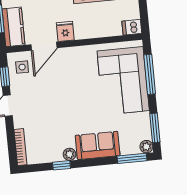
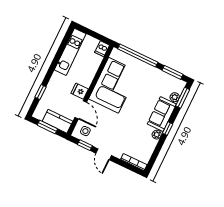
window: (150, 74) -> (138, 56), width x1.46
corner sofa: (123, 81) -> (114, 85), moved, turned -90
plant: (146, 147) -> (175, 97), moved
window: (62, 165) -> (168, 129), moved

